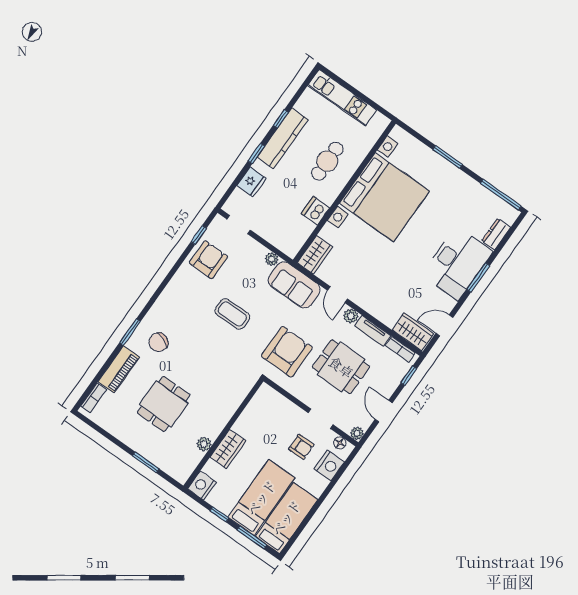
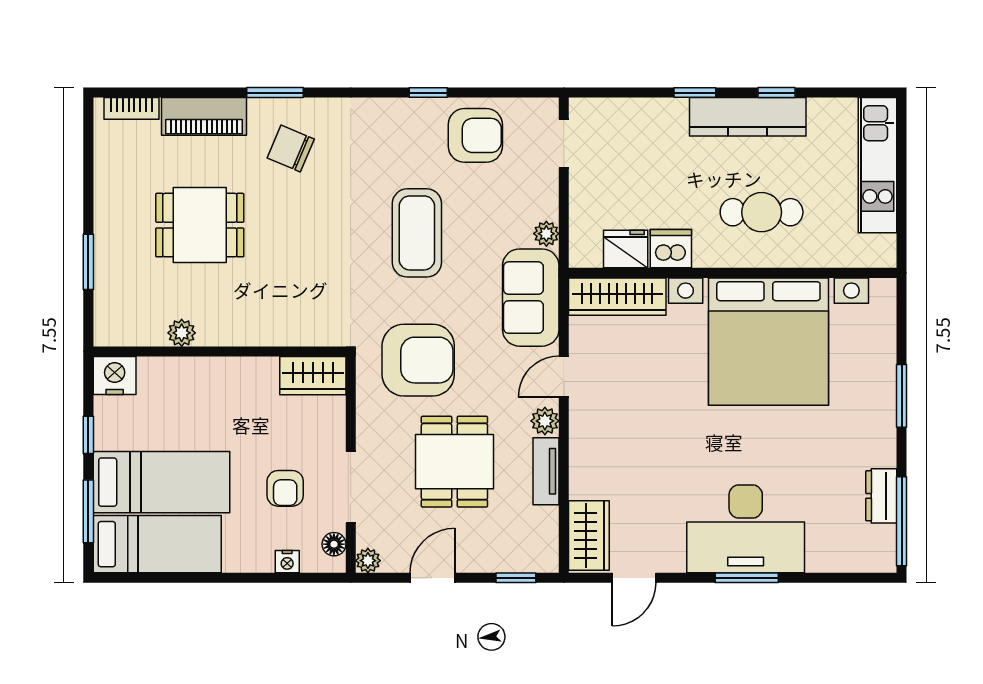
fridge: (251, 182) -> (626, 249), moved, turned 180
dresser: (496, 234) -> (881, 496), moved, turned -90
window: (199, 235) -> (428, 93), moved
wardrobe: (315, 255) -> (617, 297), width x1.50
coffee table: (232, 314) -> (417, 233), width x1.36, depth x1.32
door: (444, 325) -> (634, 578), swing flipped
bookcase: (400, 349) -> (548, 535), removed
doorway: (321, 419) -> (351, 487), width x1.38
wardrobe: (228, 449) -> (313, 376), moved
nightstand: (329, 465) -> (287, 562), width x0.53, depth x0.56

